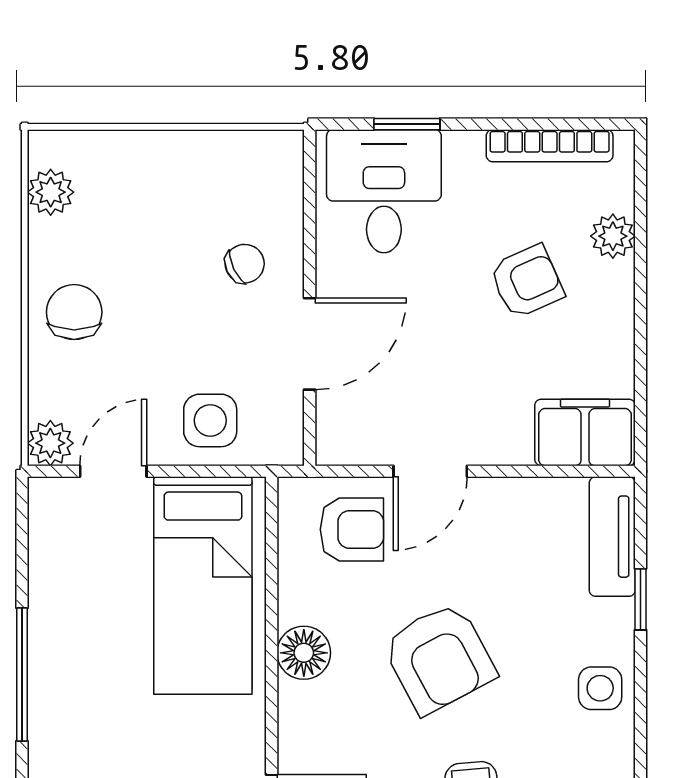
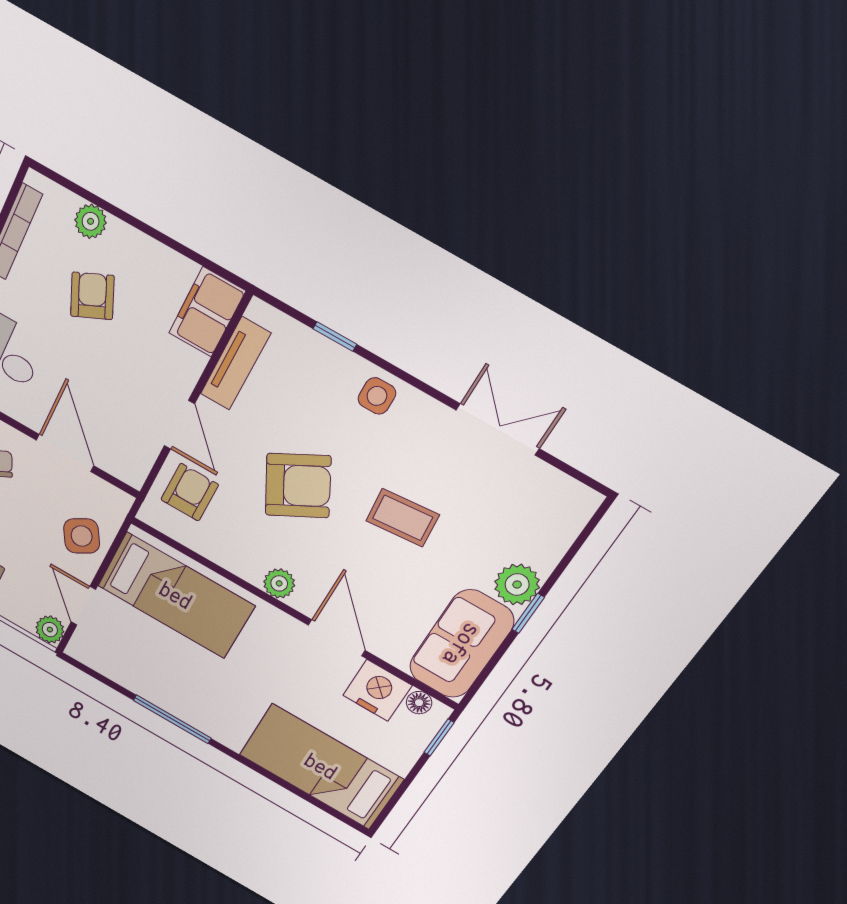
side table: (210, 420) -> (82, 536), turned -31
tv unit: (612, 537) -> (235, 364), moved, turned -90
floor lamp: (304, 653) -> (248, 563), removed
plant: (300, 707) -> (279, 583), added

